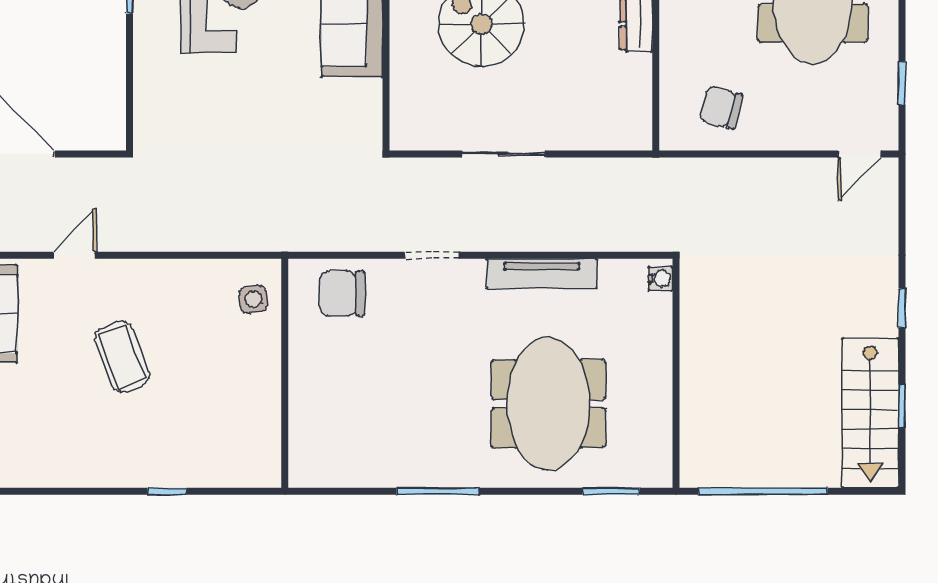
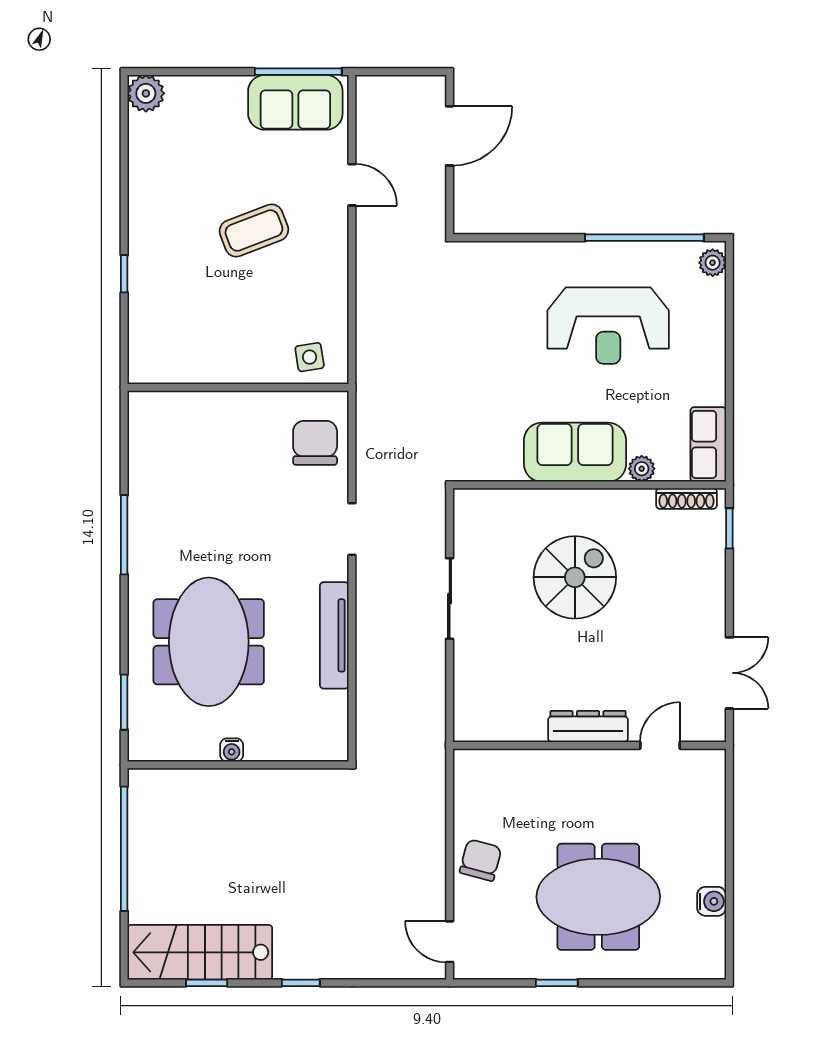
window: (902, 83) -> (557, 983), moved
chair: (721, 108) -> (481, 860), moved
water cooler: (661, 279) -> (232, 750), moved
meeting table: (548, 404) -> (209, 642), turned 90

